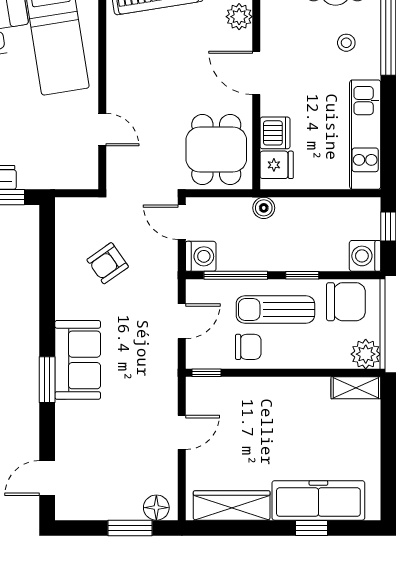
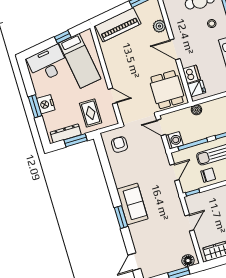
rug: (48, 151) -> (91, 113), added
armchair: (108, 263) -> (119, 145), moved, turned 125

